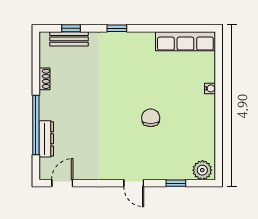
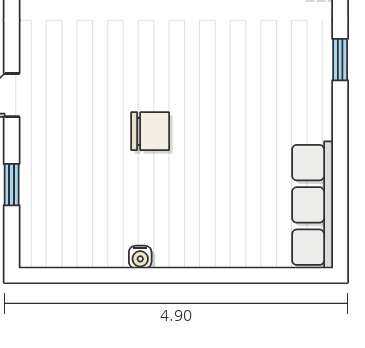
water cooler: (210, 88) -> (140, 257), moved
plant: (202, 170) -> (39, 241), removed

